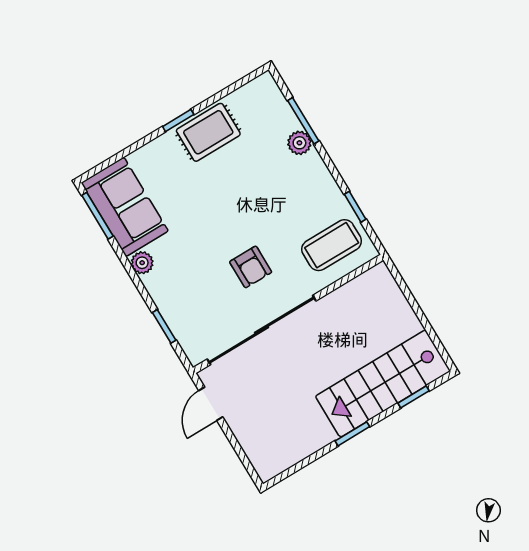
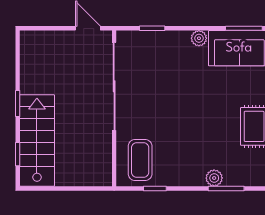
armchair: (251, 267) -> (157, 103), removed

